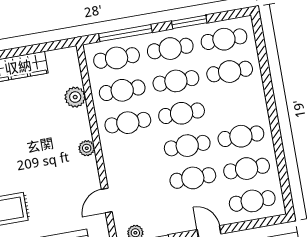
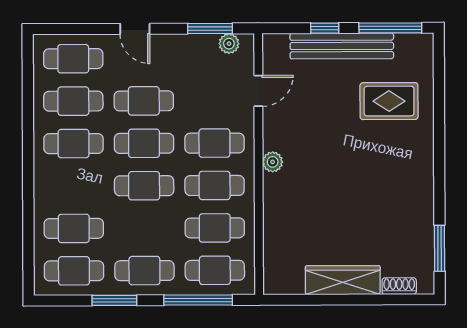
cafe table: (176, 81) -> (214, 143), moved
plant: (75, 97) -> (276, 230), removed

